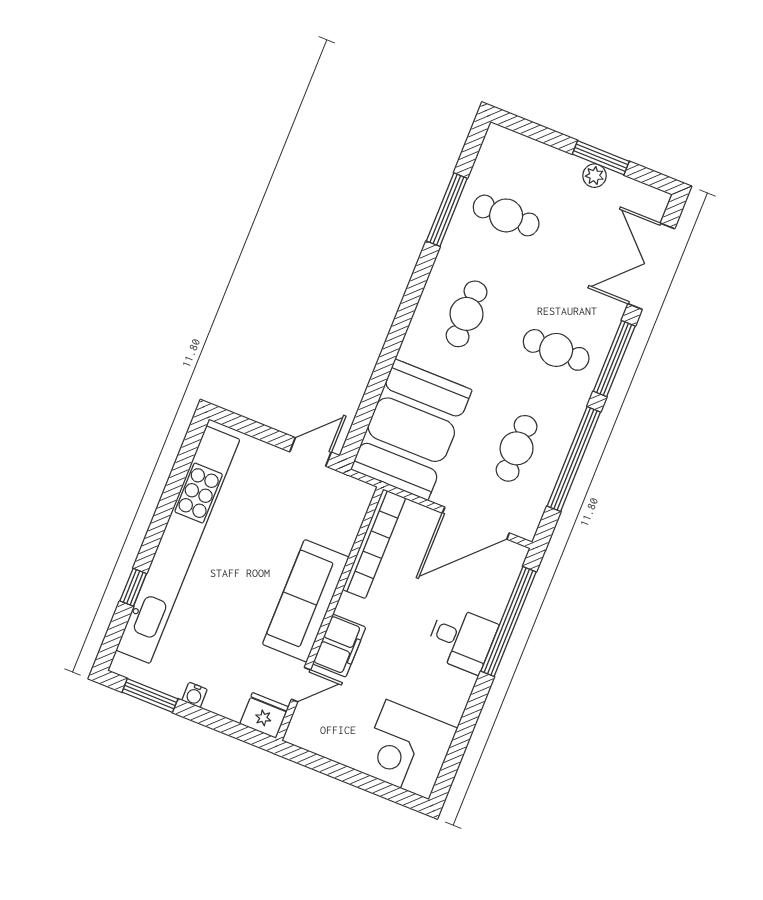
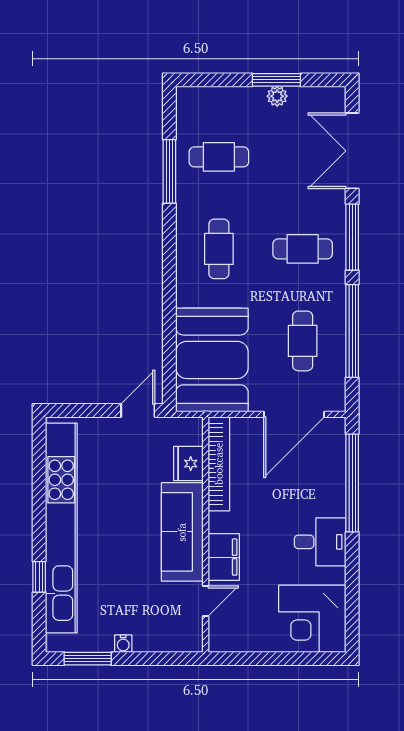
desk: (461, 639) -> (320, 542), moved
fridge: (264, 715) -> (188, 464), moved, turned -90

